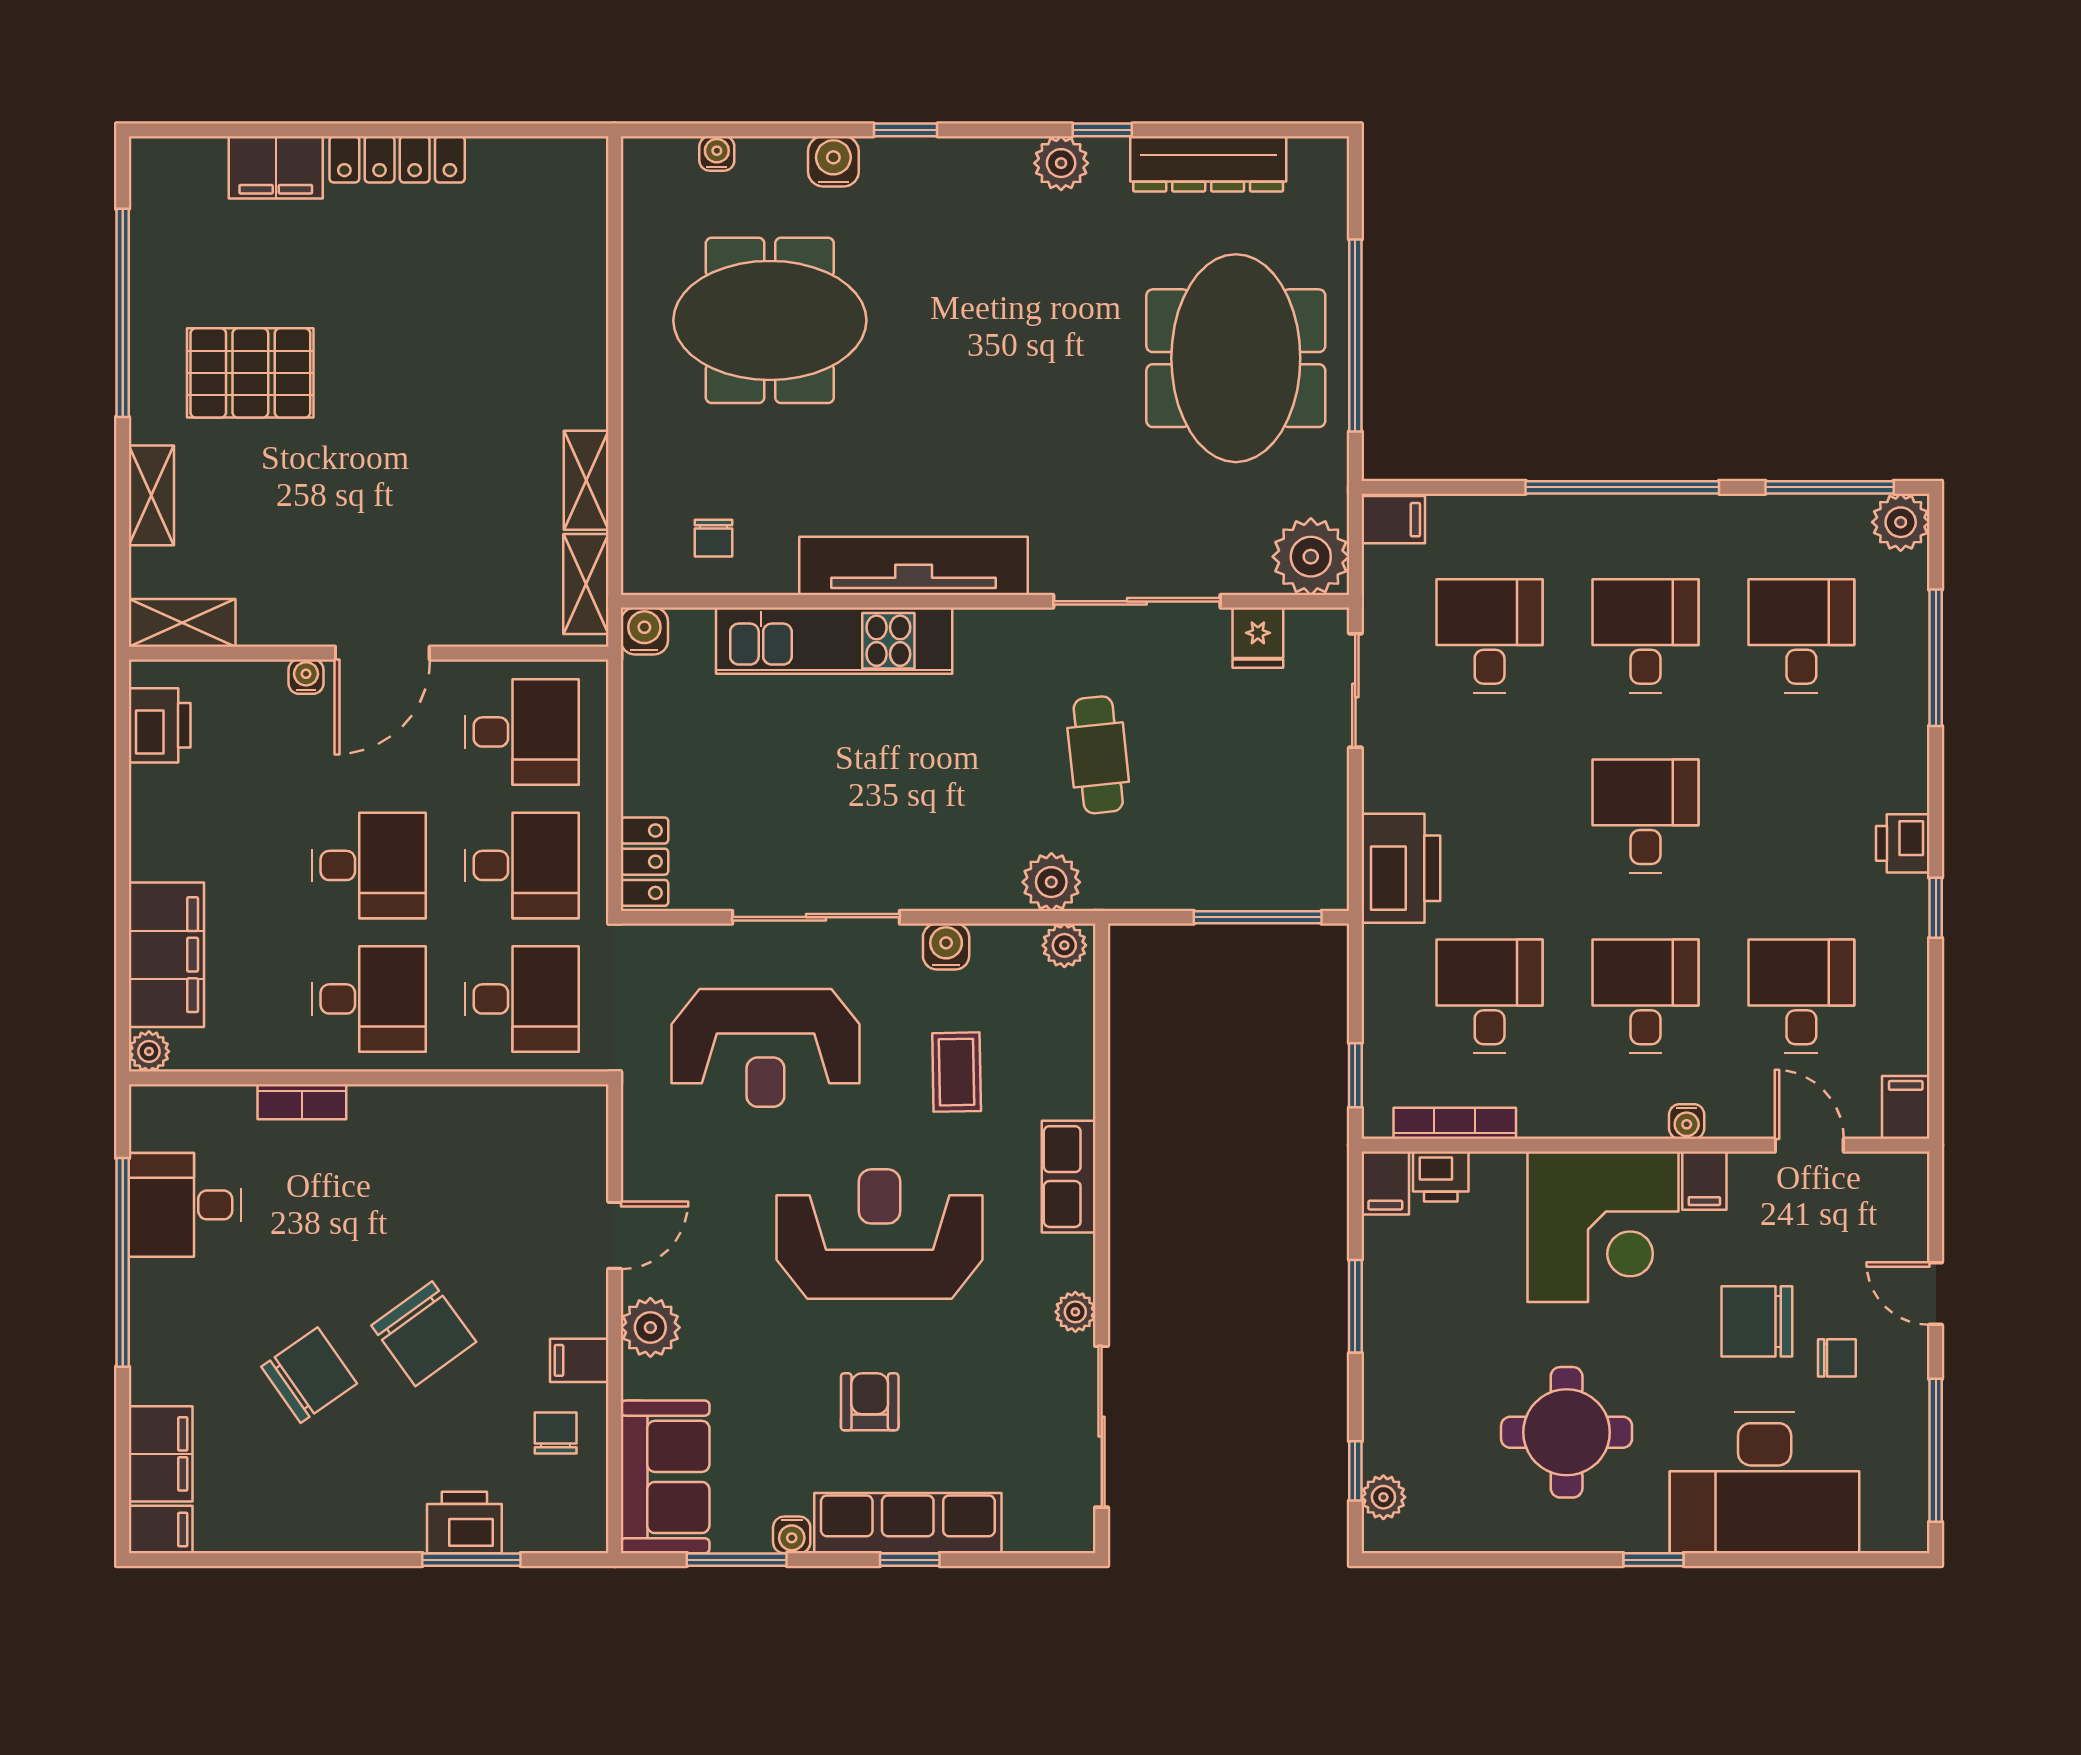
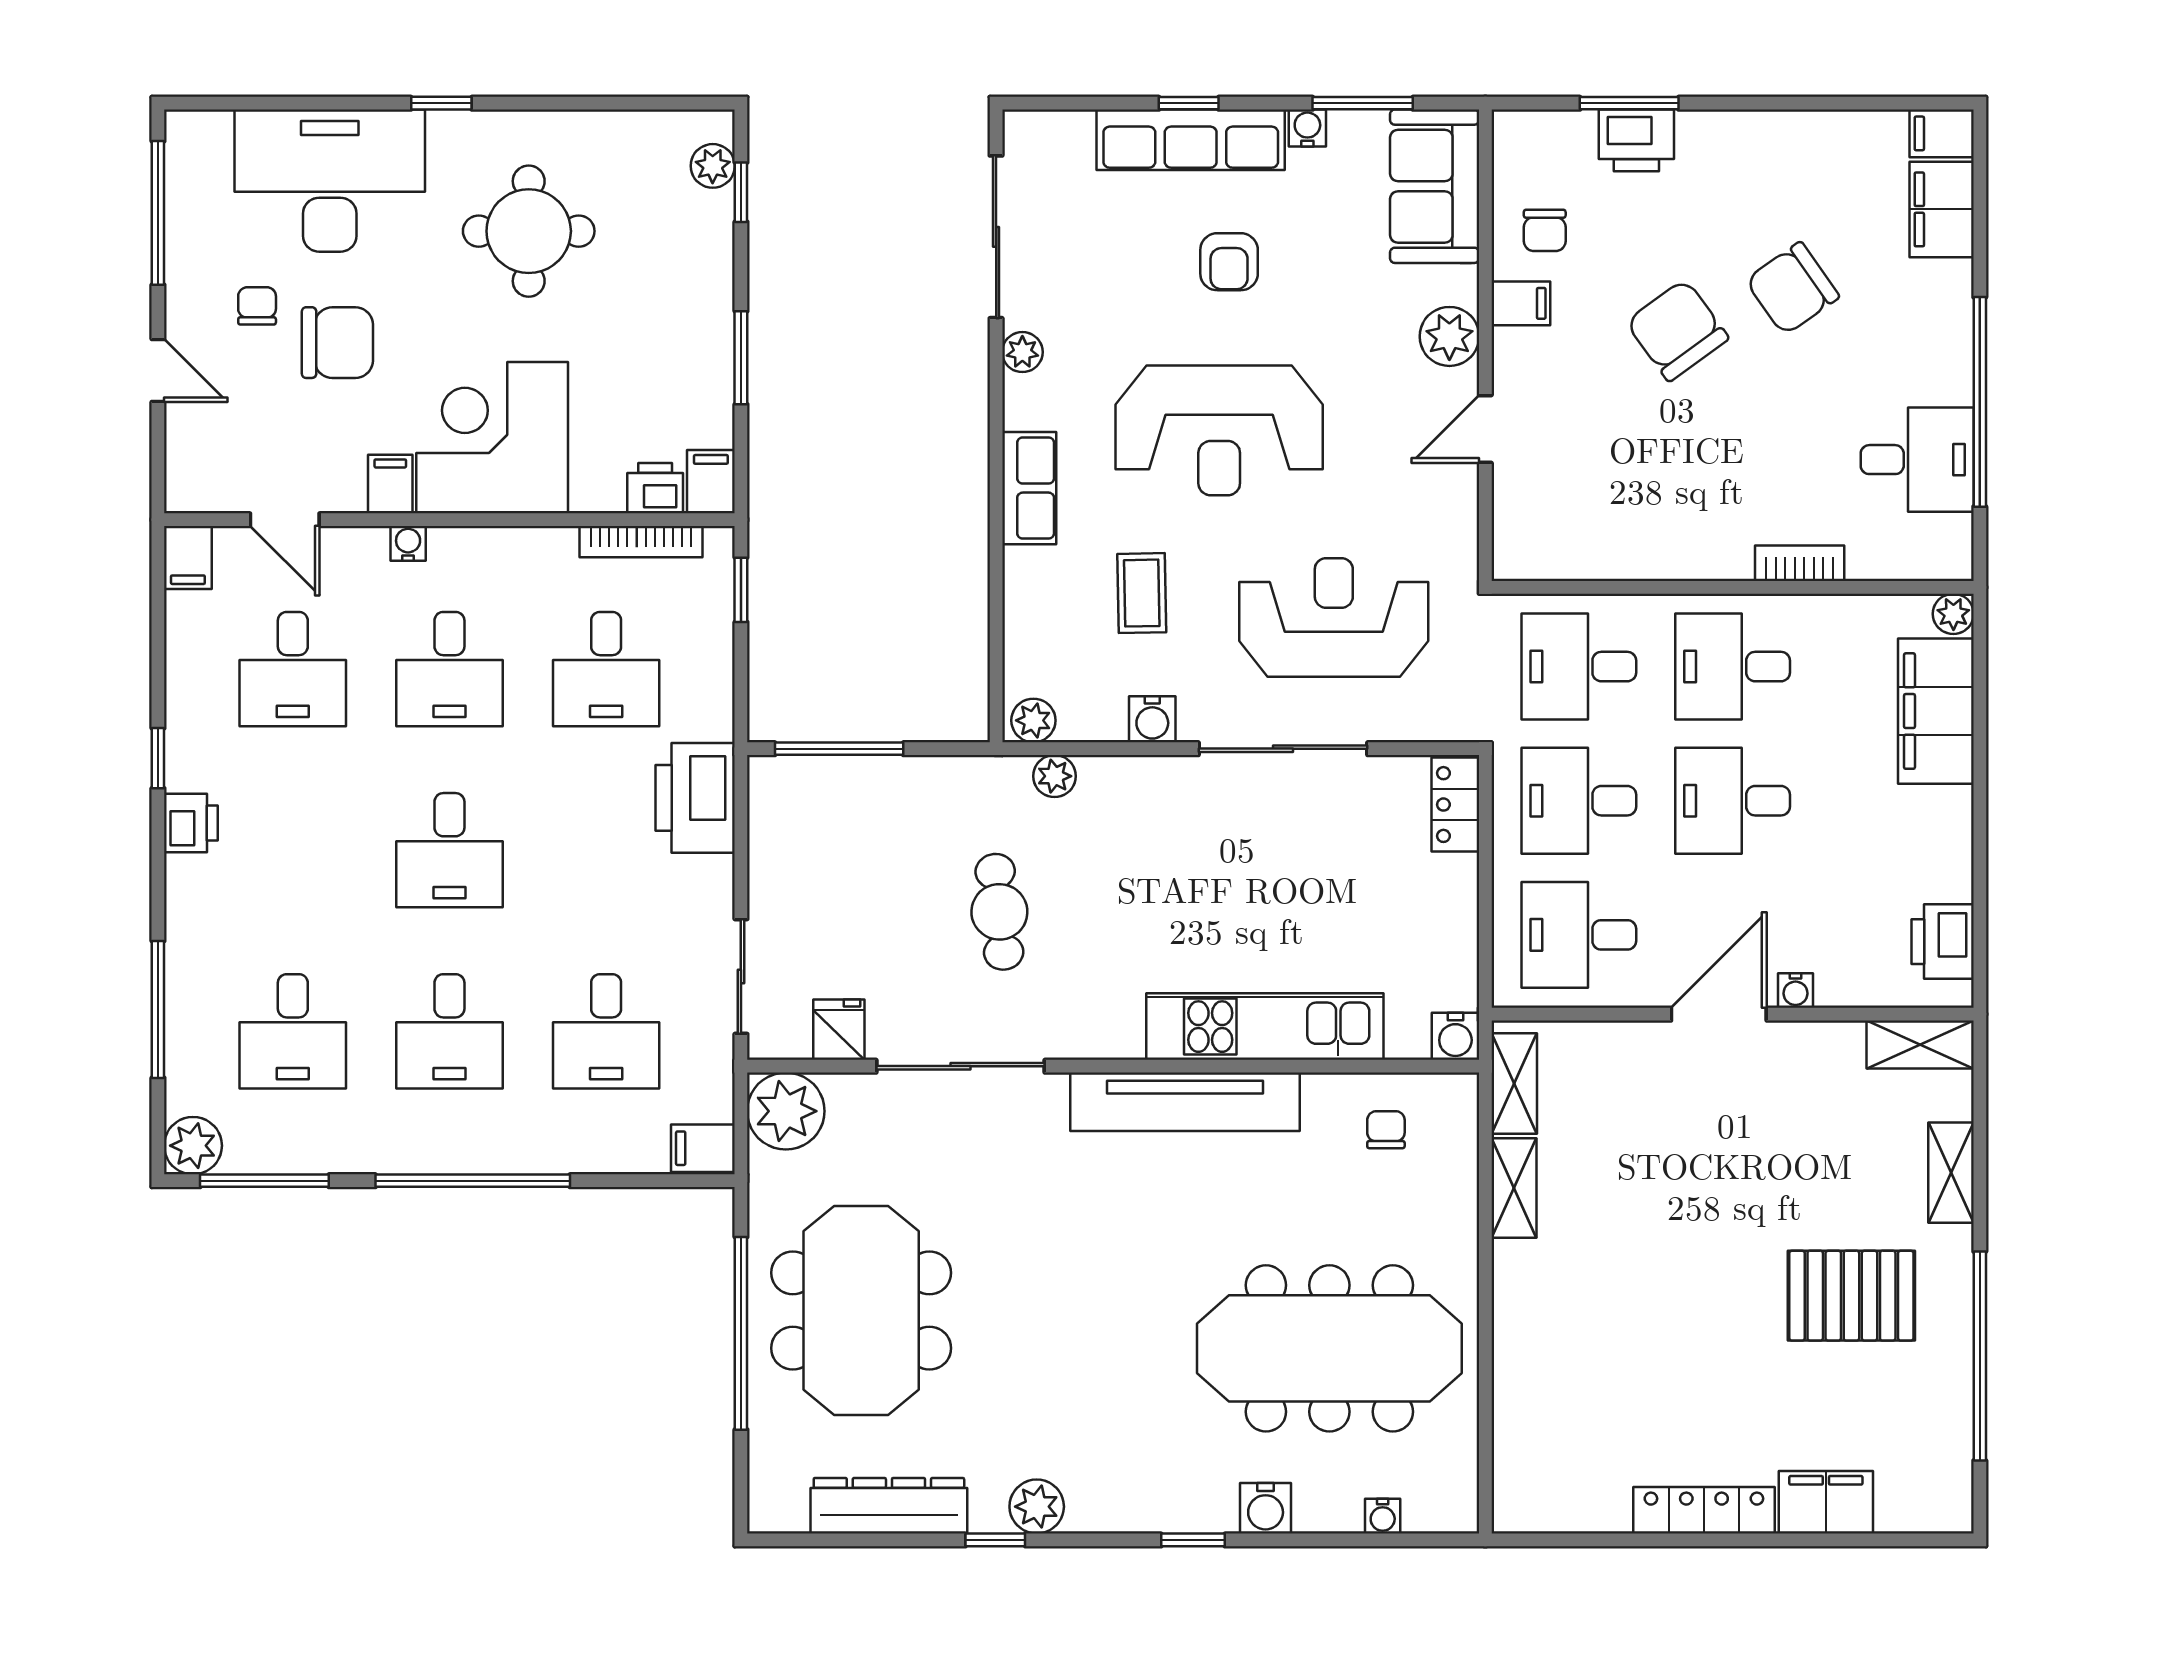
meeting table: (770, 320) -> (1329, 1348), width x1.36
plant: (1051, 882) -> (1054, 776), width x0.73, depth x0.73
chair: (1837, 1358) -> (257, 306), turned 90

